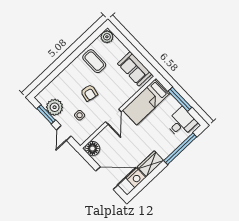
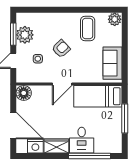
armchair: (89, 93) -> (61, 49), turned -144
desk: (181, 123) -> (82, 140), moved, turned 90

